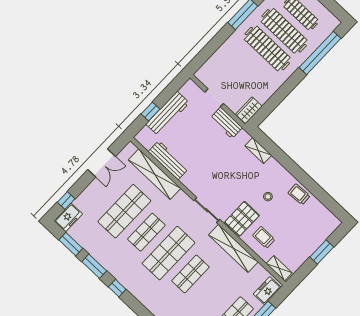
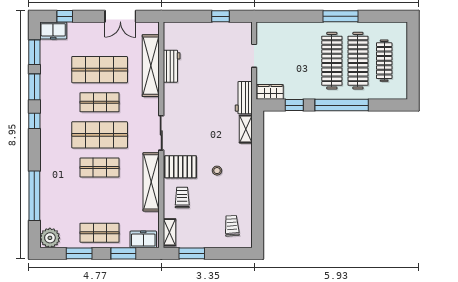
window: (320, 53) -> (342, 105), moved
window: (273, 102) -> (294, 105), added
window: (151, 111) -> (221, 16), moved
workbench: (168, 113) -> (208, 31), removed
workbench: (226, 123) -> (244, 98), moved
workbench: (168, 160) -> (172, 66), width x0.73
trolley: (299, 194) -> (232, 226), moved
window: (322, 252) -> (192, 253), moved

